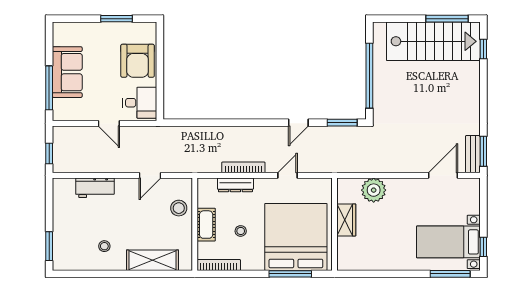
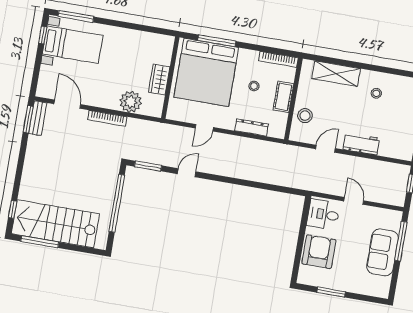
bookcase: (243, 167) -> (107, 118), moved
door: (443, 175) -> (67, 104), swing flipped
workbench: (95, 188) -> (361, 144), moved

